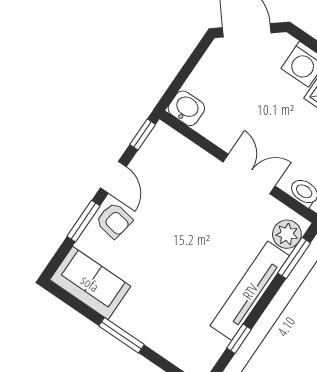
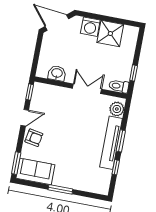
washbasin: (186, 108) -> (57, 73), moved
door: (113, 177) -> (25, 118), hinge flipped
window: (83, 221) -> (16, 163), moved
window: (294, 258) -> (121, 141), moved

